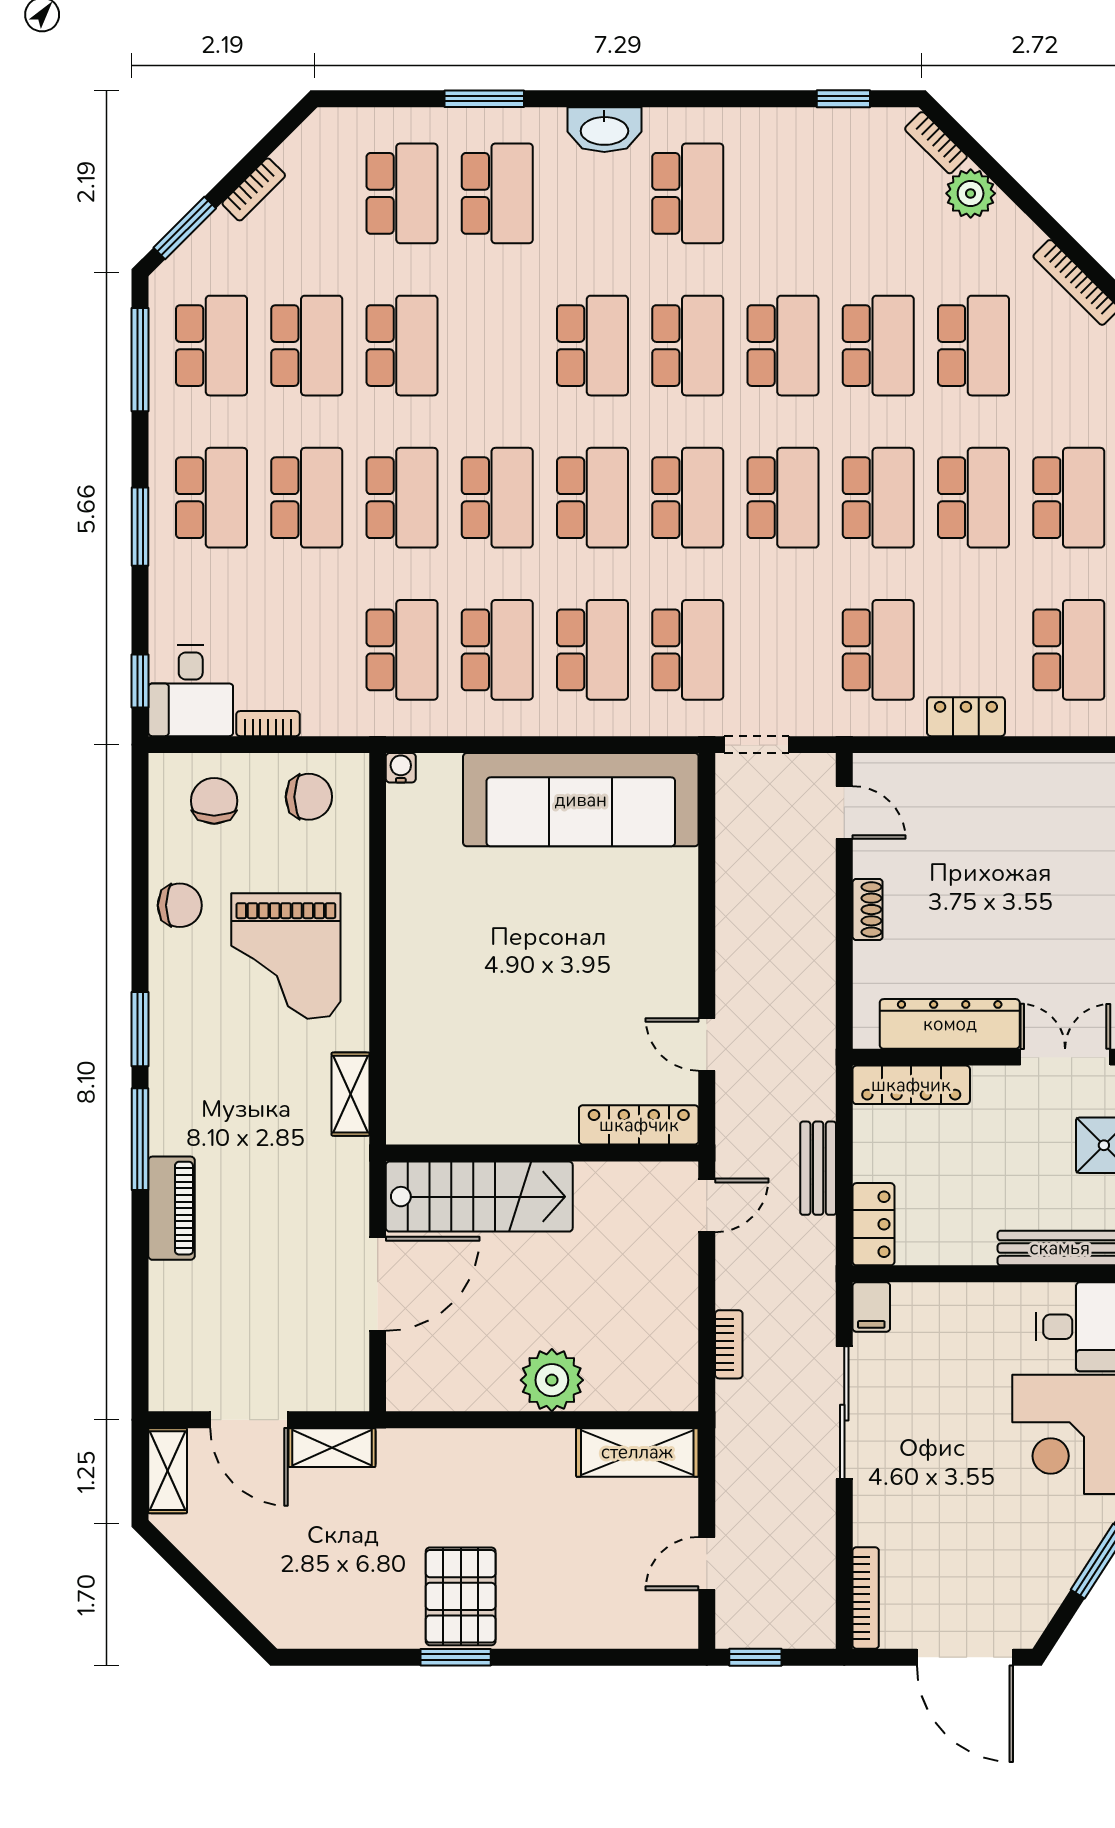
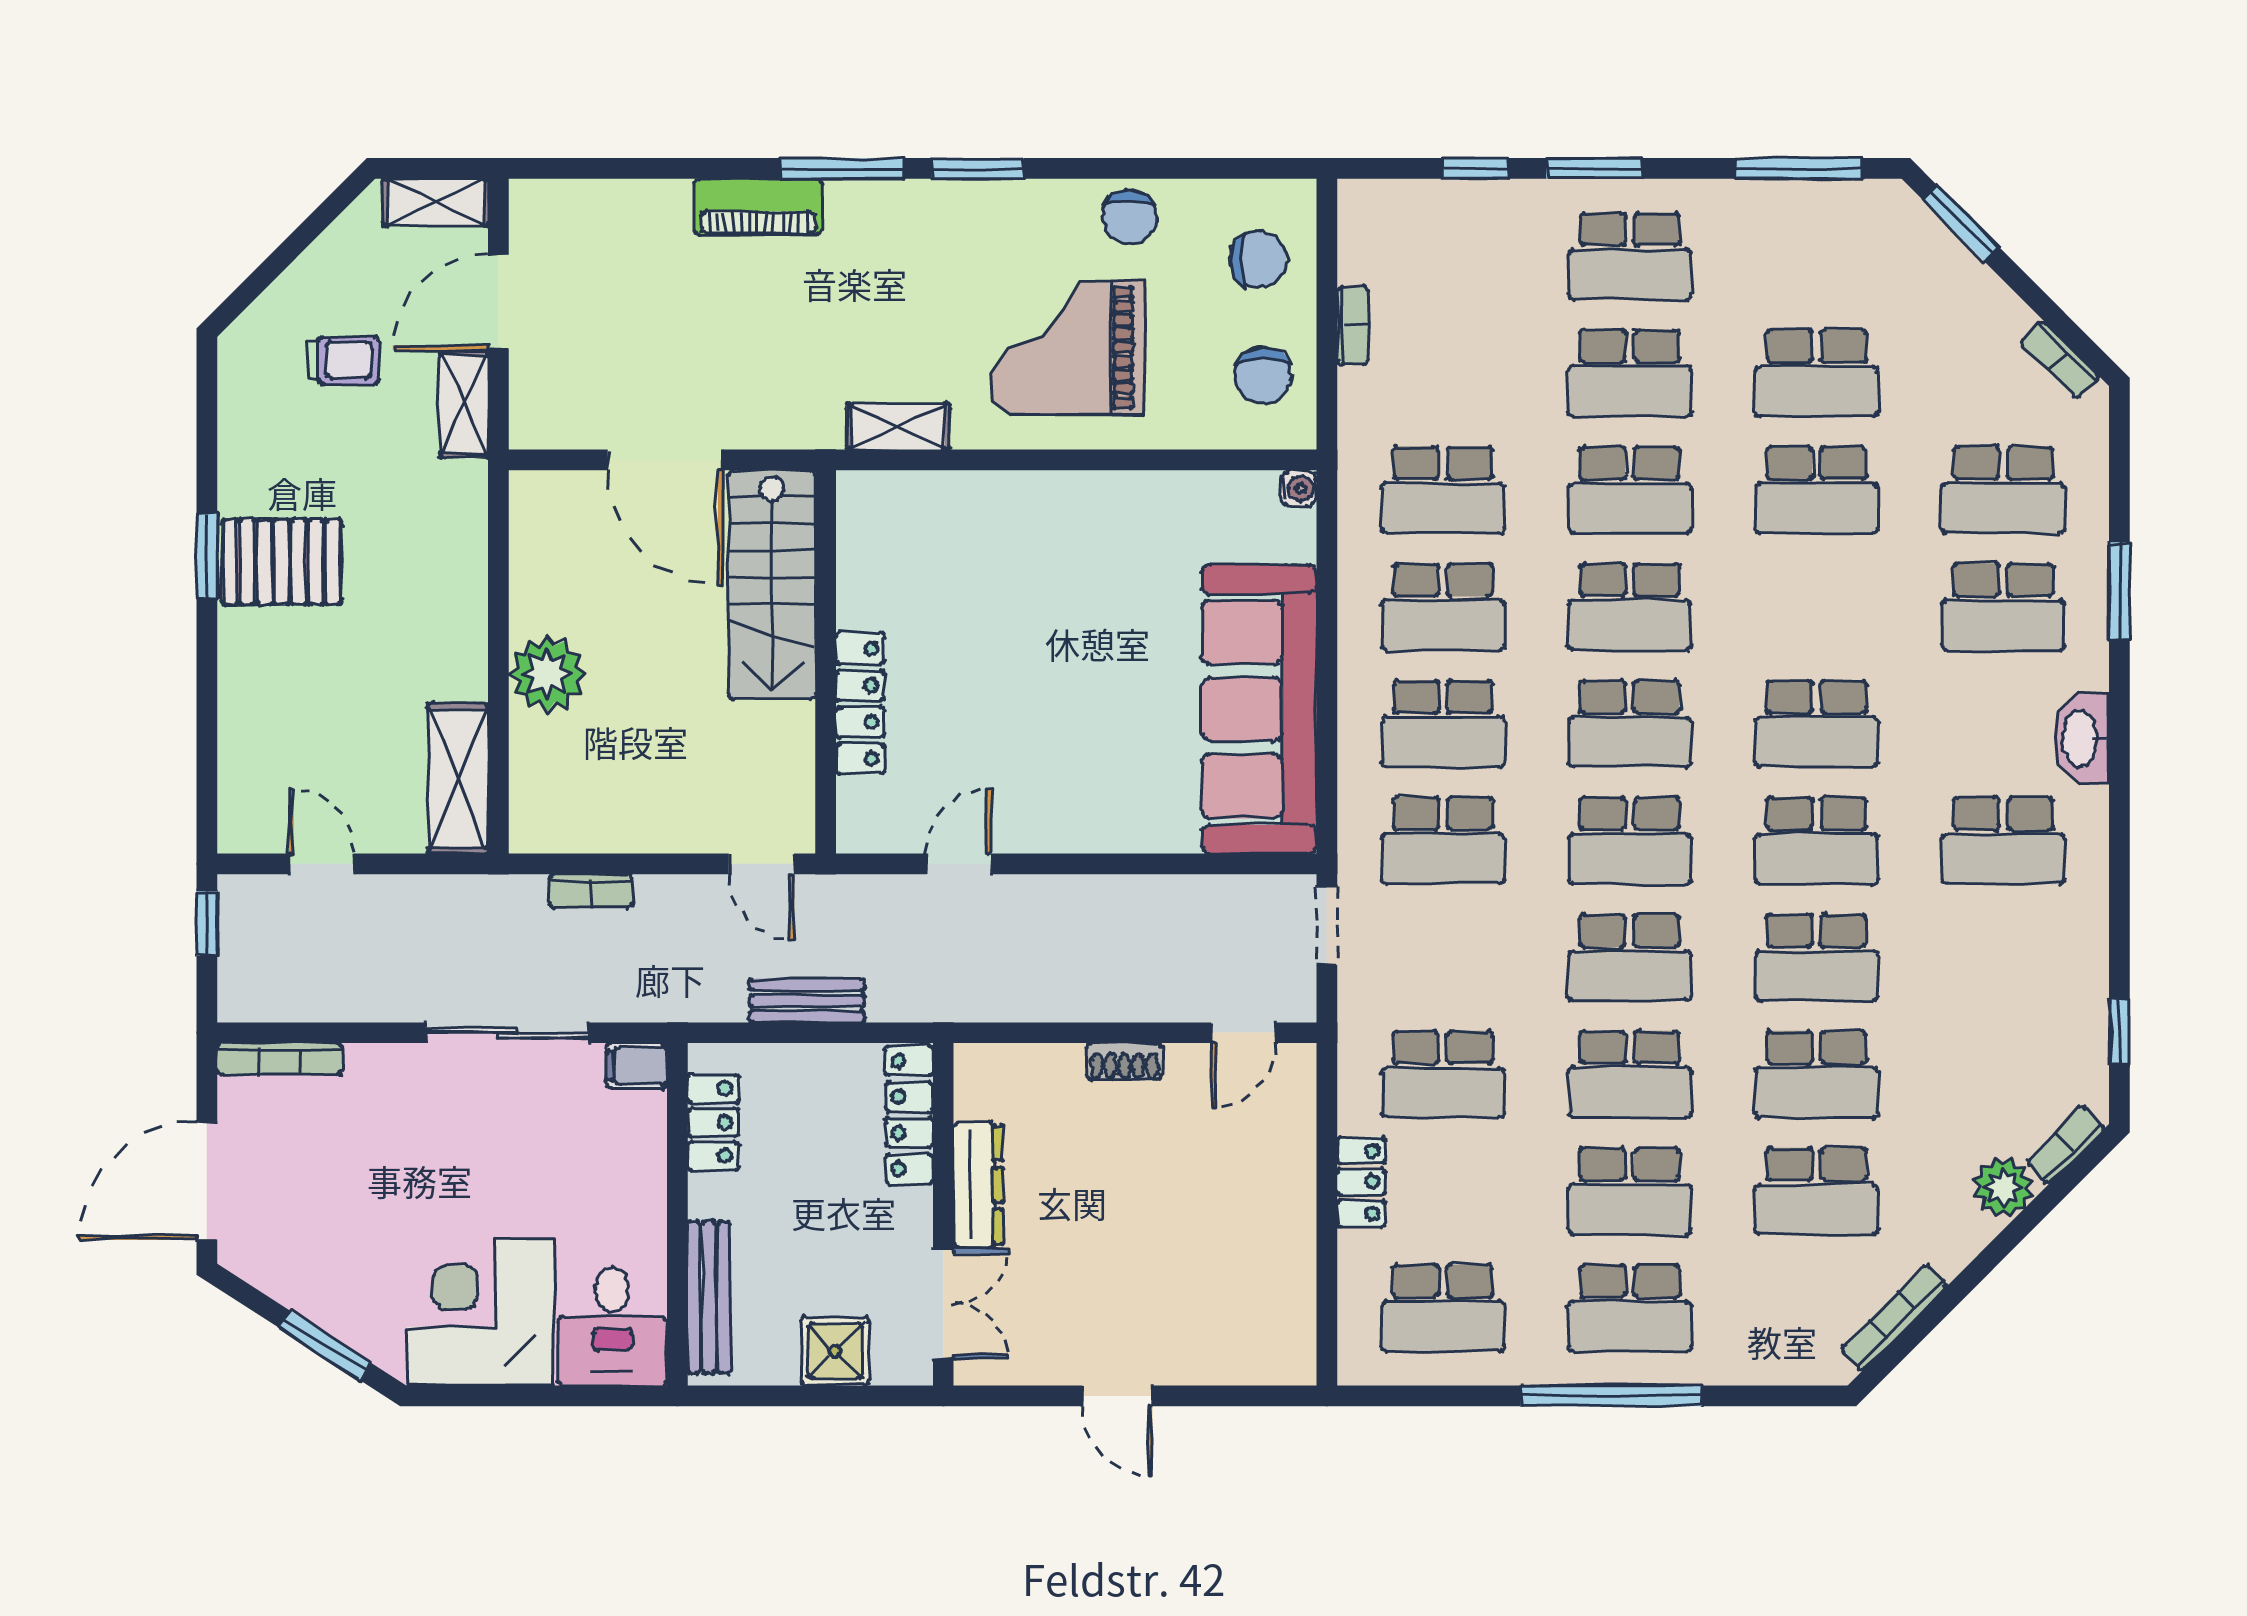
bookcase: (254, 189) -> (2060, 360), moved
school desk: (212, 346) -> (1817, 256), removed
window: (140, 681) -> (1475, 168), moved
desk: (191, 691) -> (1393, 231), removed
dresser: (950, 1024) -> (978, 1185), width x0.73, depth x0.80
locker: (639, 1125) -> (860, 704), moved
locker: (874, 1224) -> (713, 1122), moved, turned -90
trolley: (296, 1546) -> (344, 360), added

